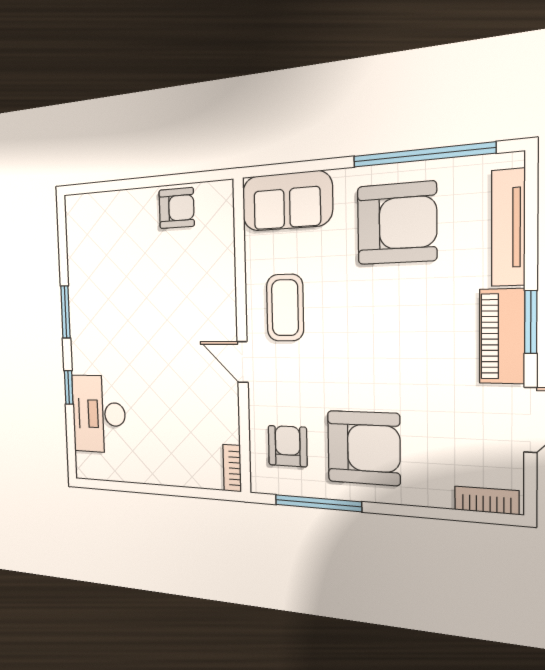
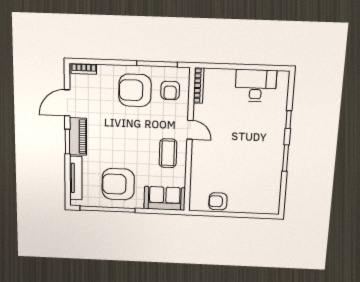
desk: (99, 414) -> (256, 86), moved, turned -90
bookcase: (232, 468) -> (199, 86), width x1.56

